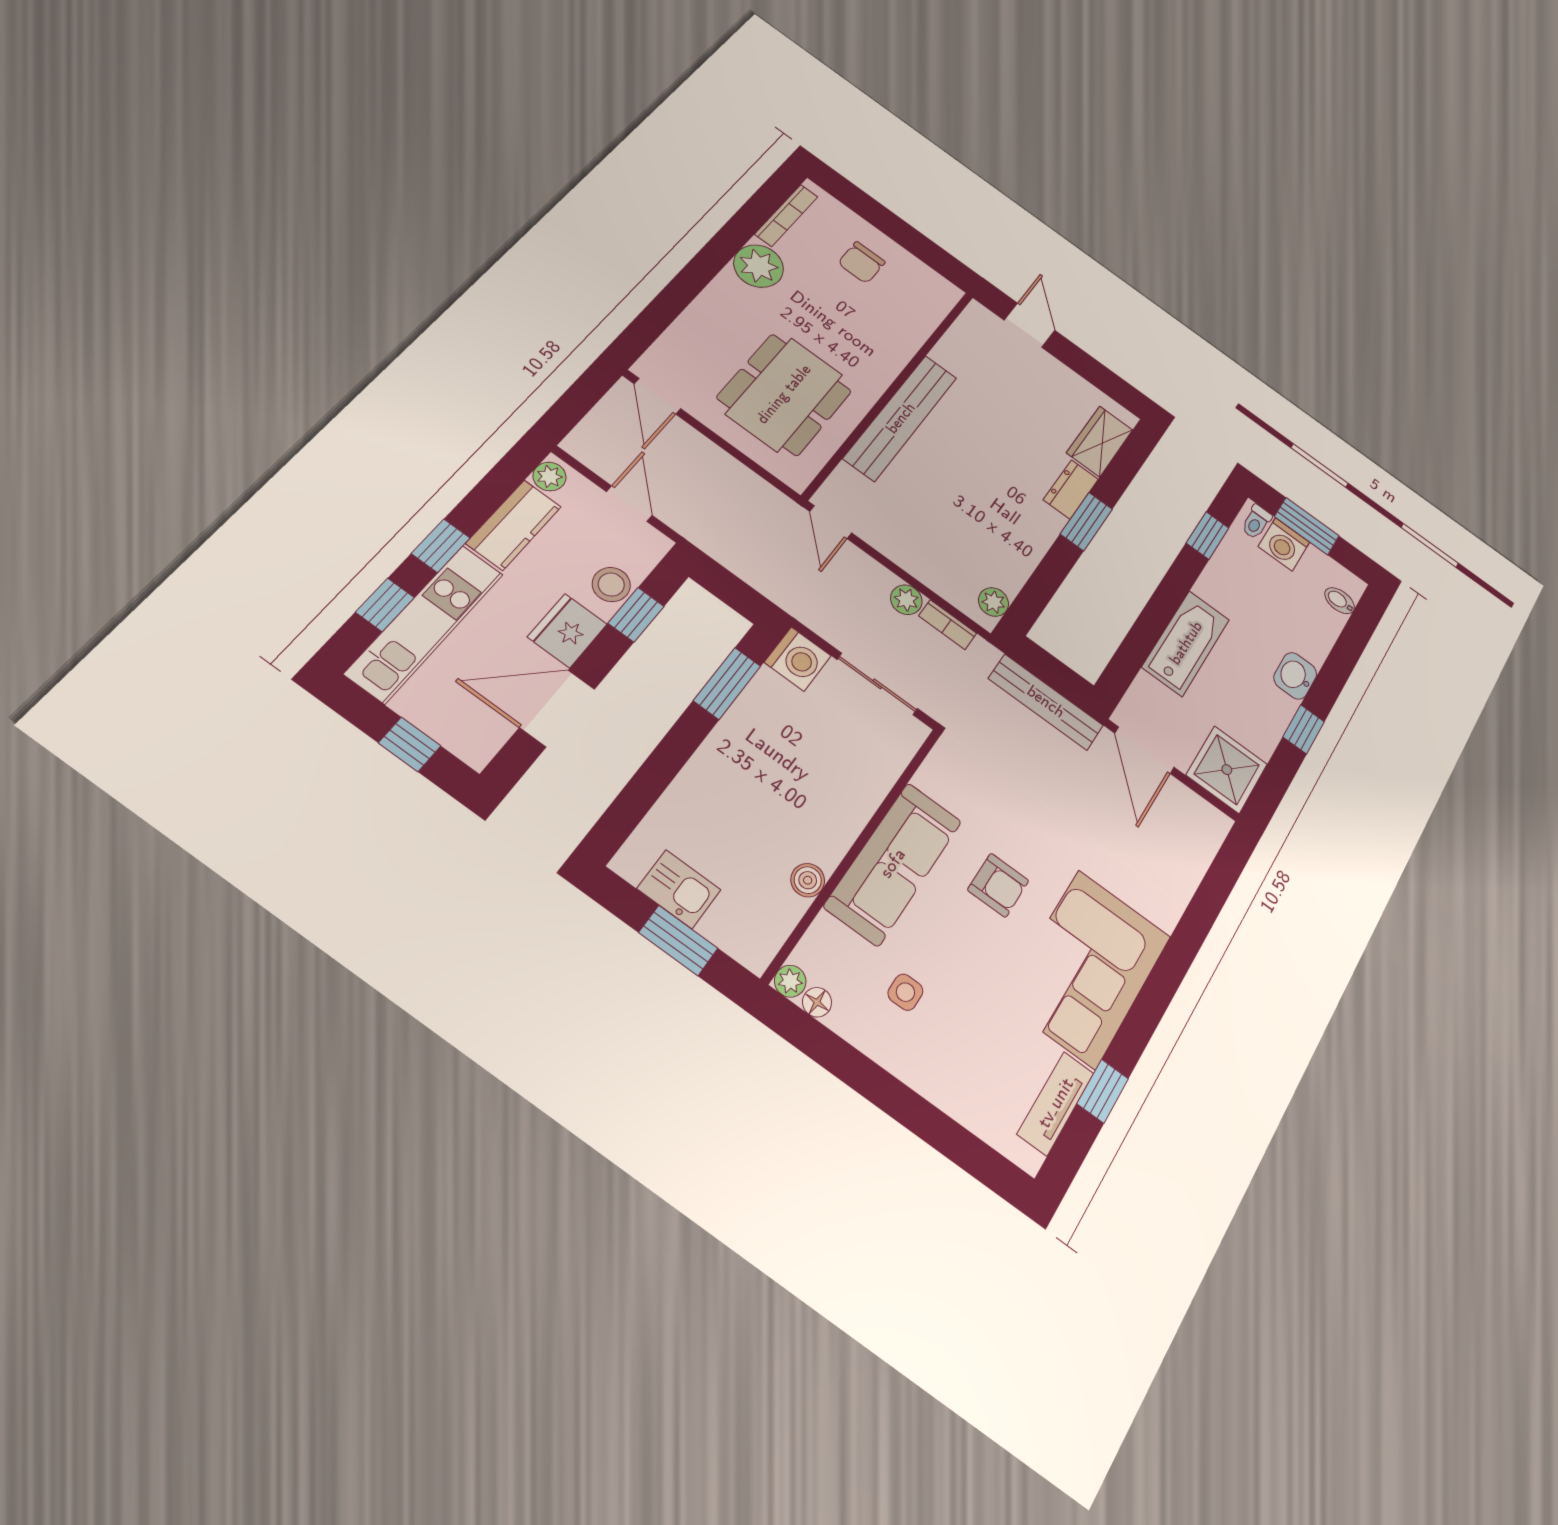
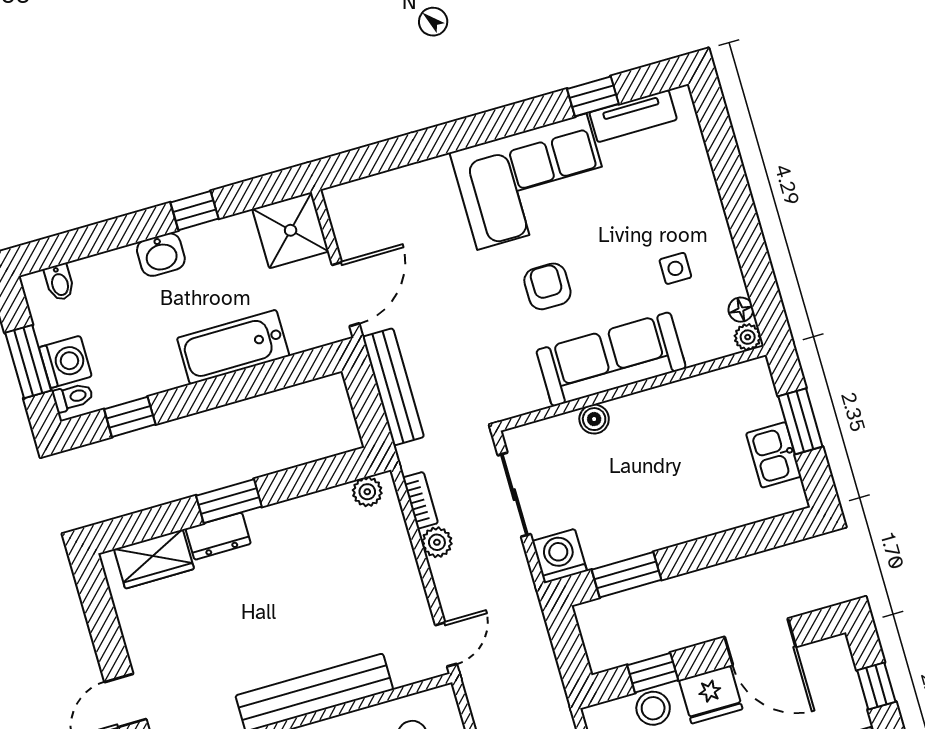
boiler: (808, 880) -> (594, 419), moved

